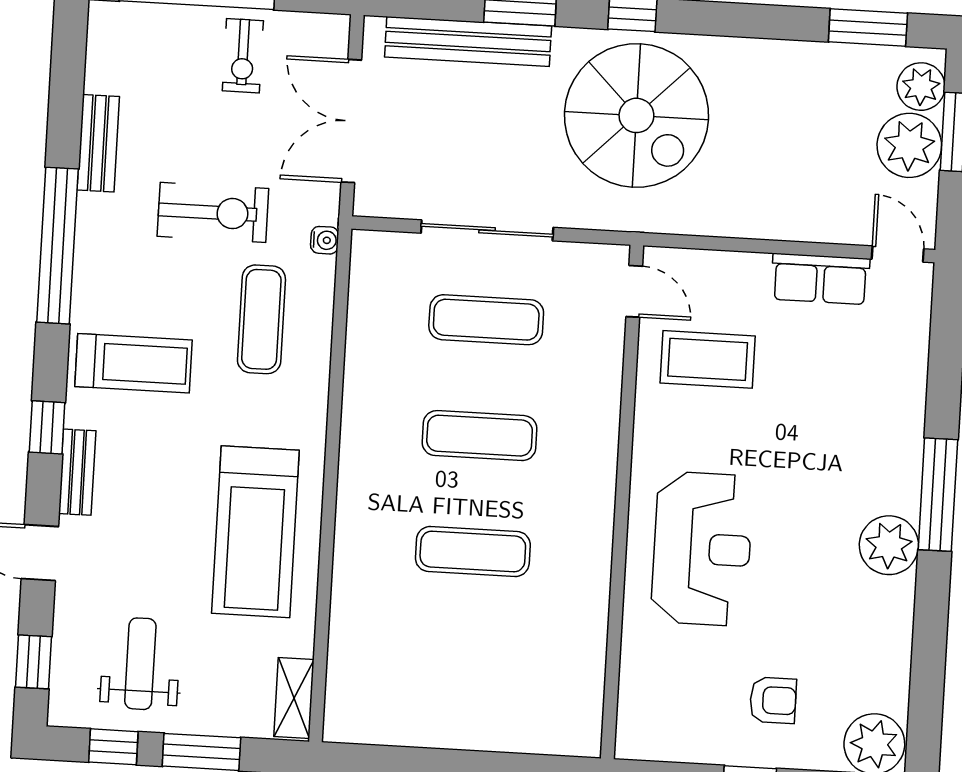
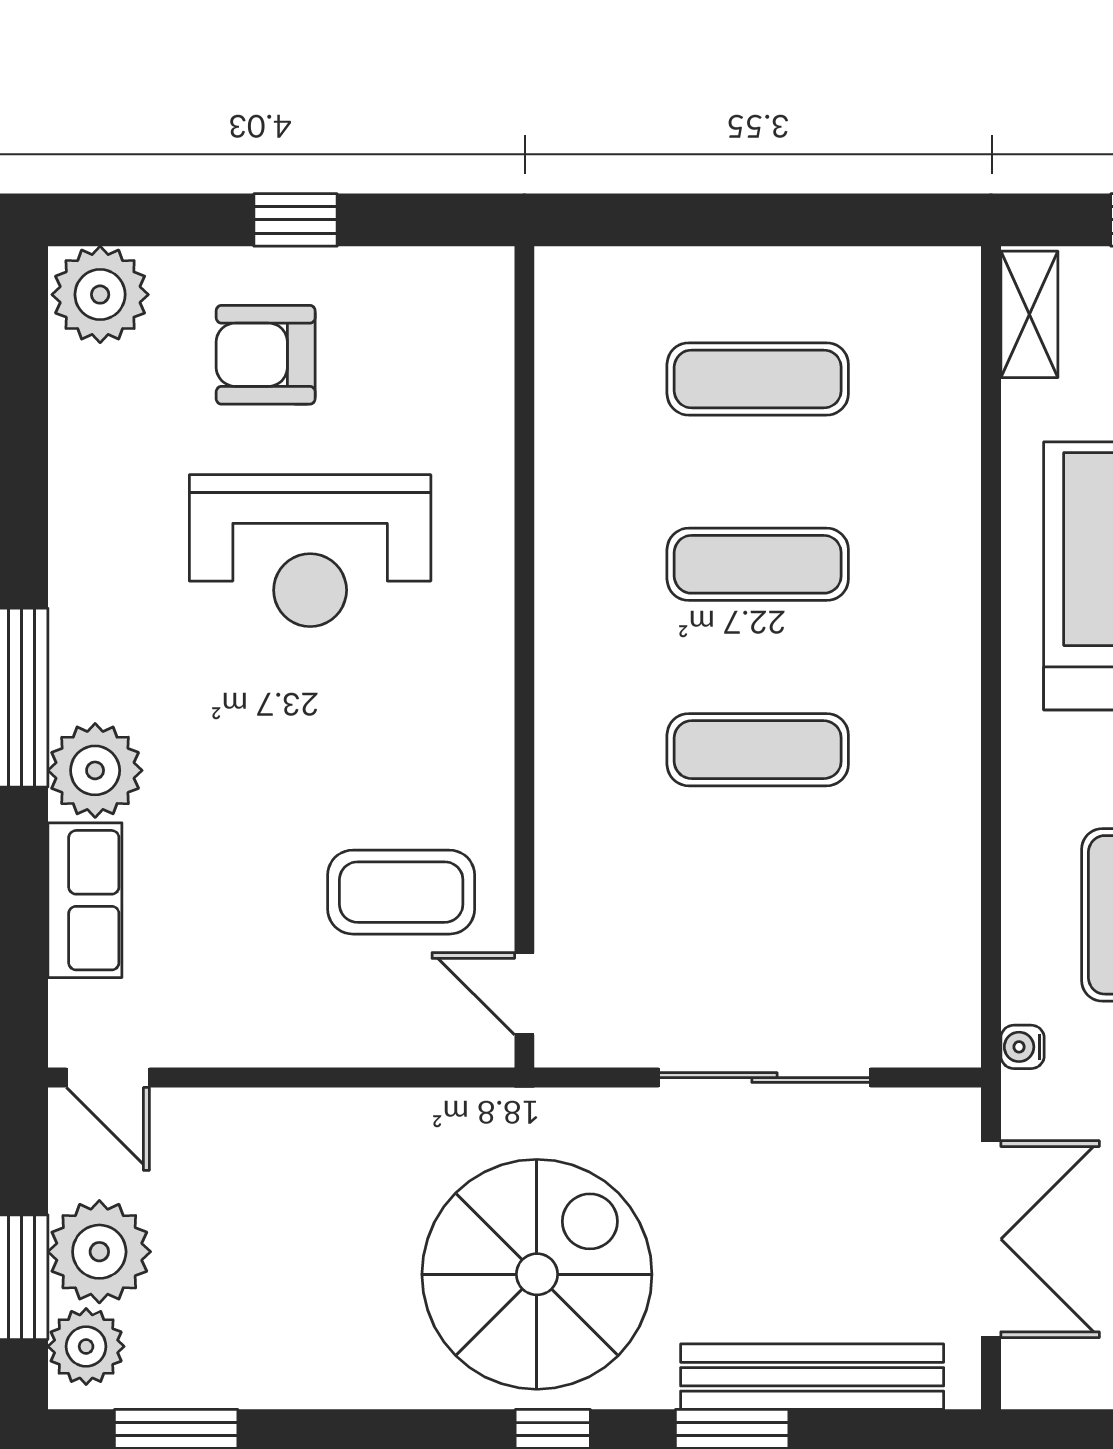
spiral stairs: (636, 115) -> (537, 1274), turned 90
row of seats: (820, 279) -> (85, 900), moved, turned 90
exercise mat: (486, 320) -> (758, 379), moved
plant: (889, 545) -> (95, 770), moved
reception desk: (702, 549) -> (310, 551), moved, turned -90
armchair: (773, 700) -> (266, 355), width x1.38, depth x1.38

